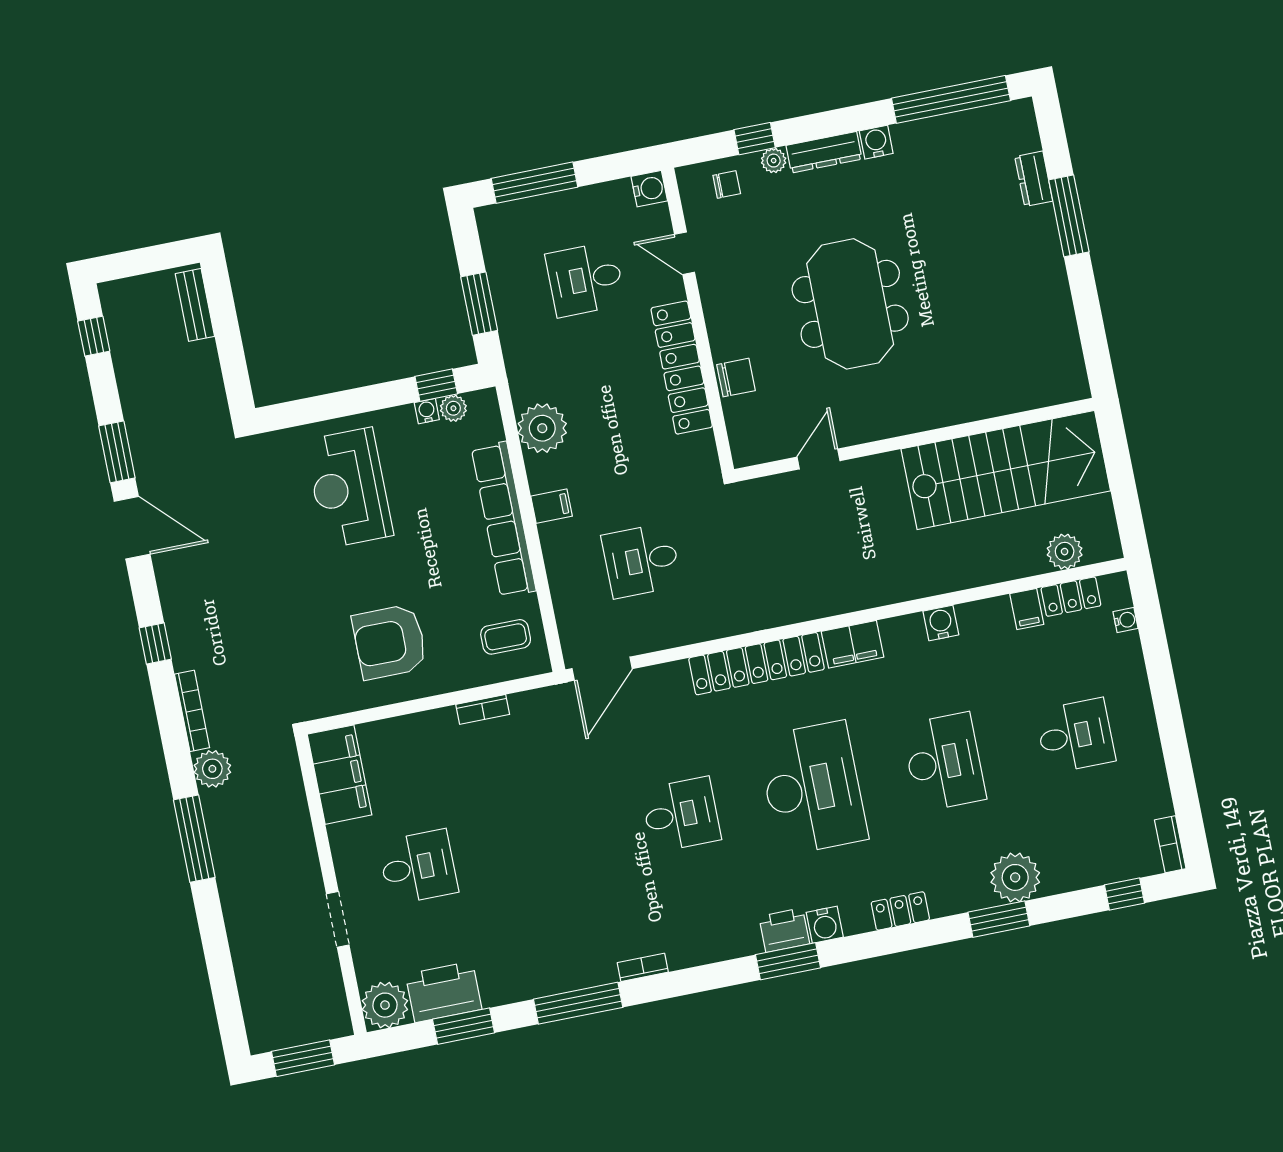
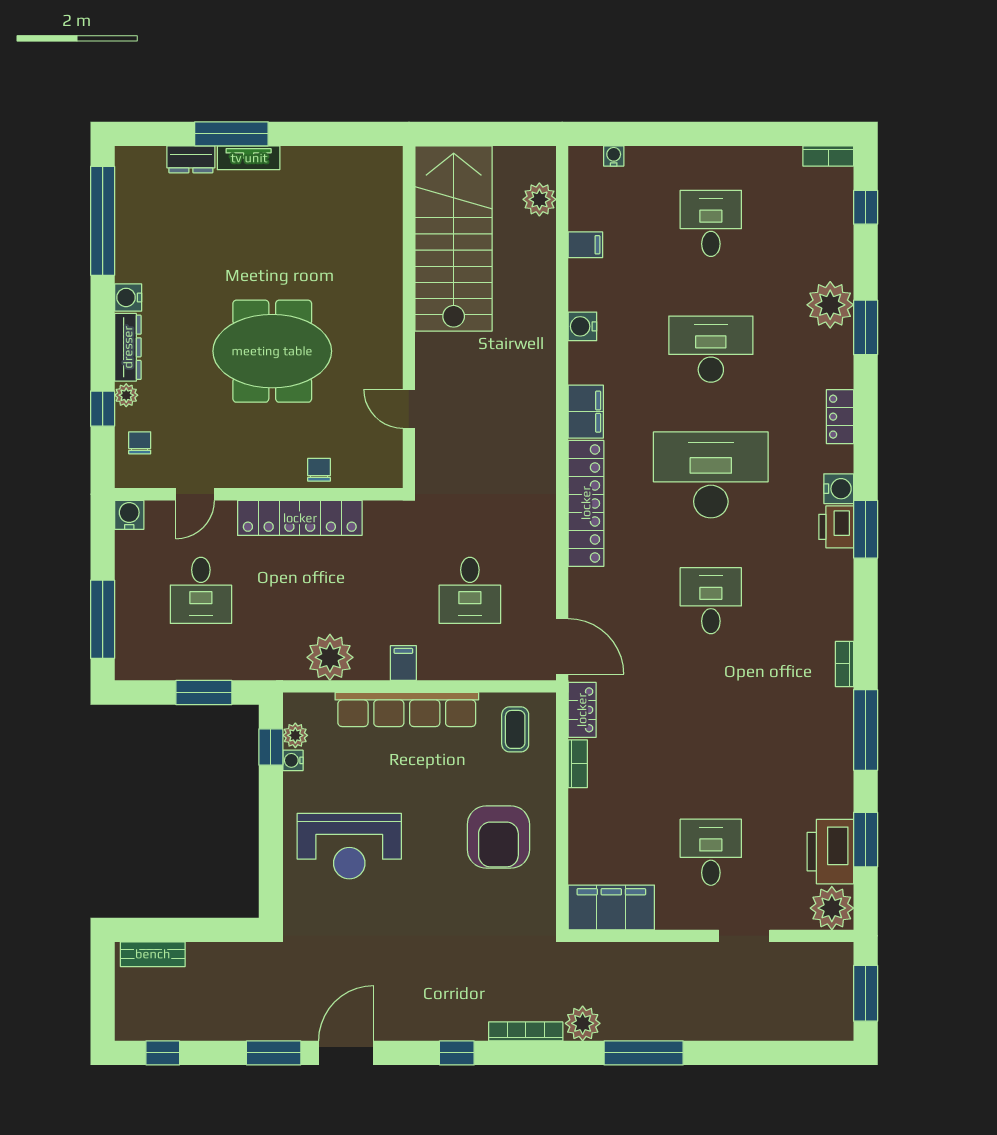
tv unit: (1047, 239) -> (249, 158), added
chair: (736, 378) -> (319, 470), width x0.73, depth x0.73
locker: (1071, 597) -> (582, 710), moved

